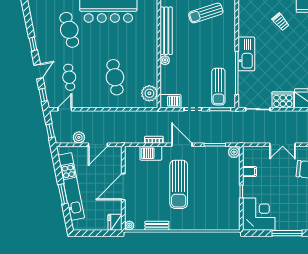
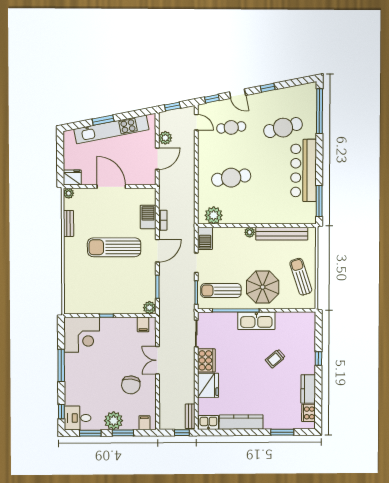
trolley: (281, 22) -> (275, 359), moved
parasol: (215, 48) -> (263, 287), added
door: (98, 145) -> (157, 159), swing flipped
filing cabinet: (249, 172) -> (143, 324), moved

